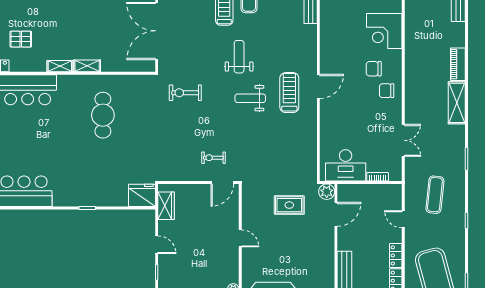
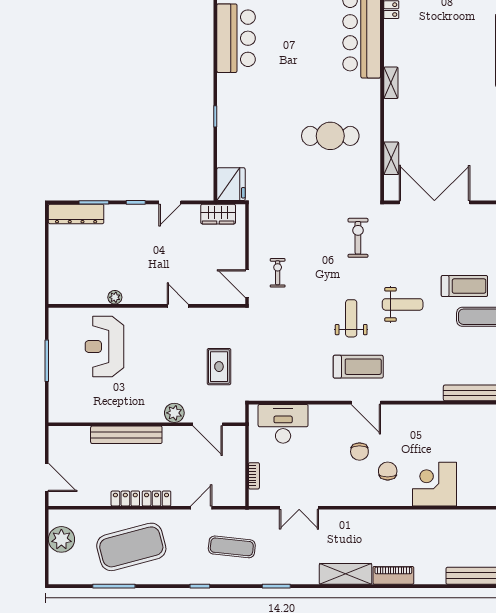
pallet: (21, 39) -> (424, 34), removed
shelving: (87, 66) -> (391, 158), moved
chair: (387, 91) -> (359, 452), moved, turned 180
desk: (346, 165) -> (283, 424), moved, turned 90
plant: (327, 192) -> (174, 413), moved
door: (240, 238) -> (178, 306), swing flipped

